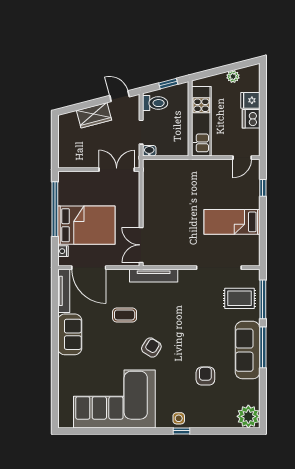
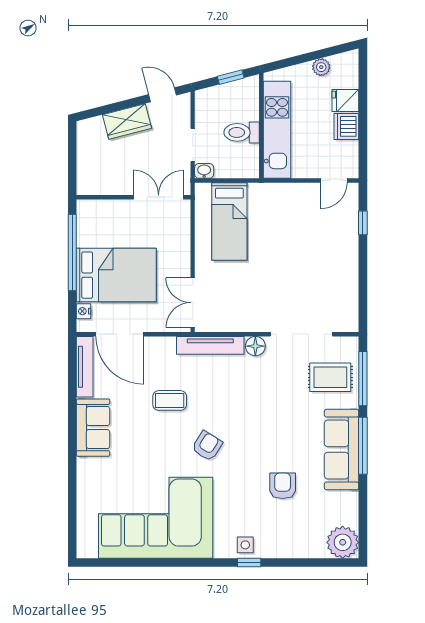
toilet: (155, 103) -> (242, 132), moved, turned 180
bed: (232, 222) -> (229, 222), moved, turned -90
floor lamp: (186, 276) -> (255, 346), added

